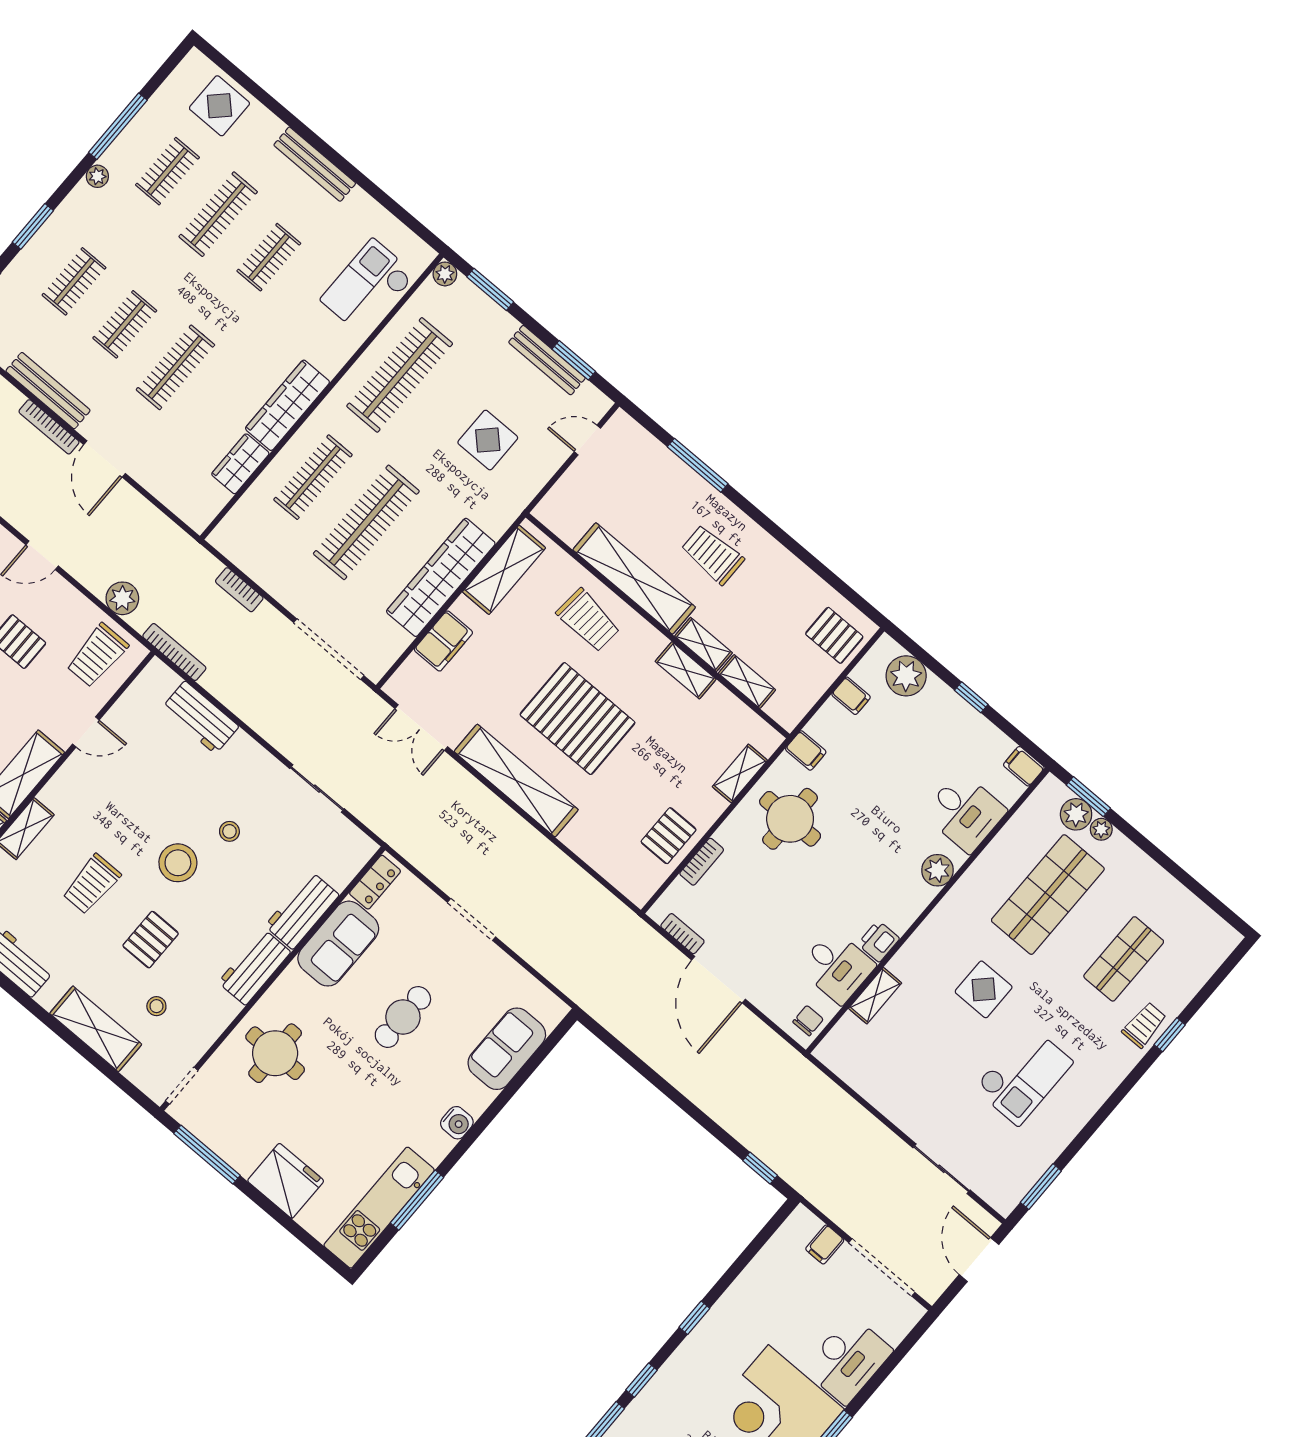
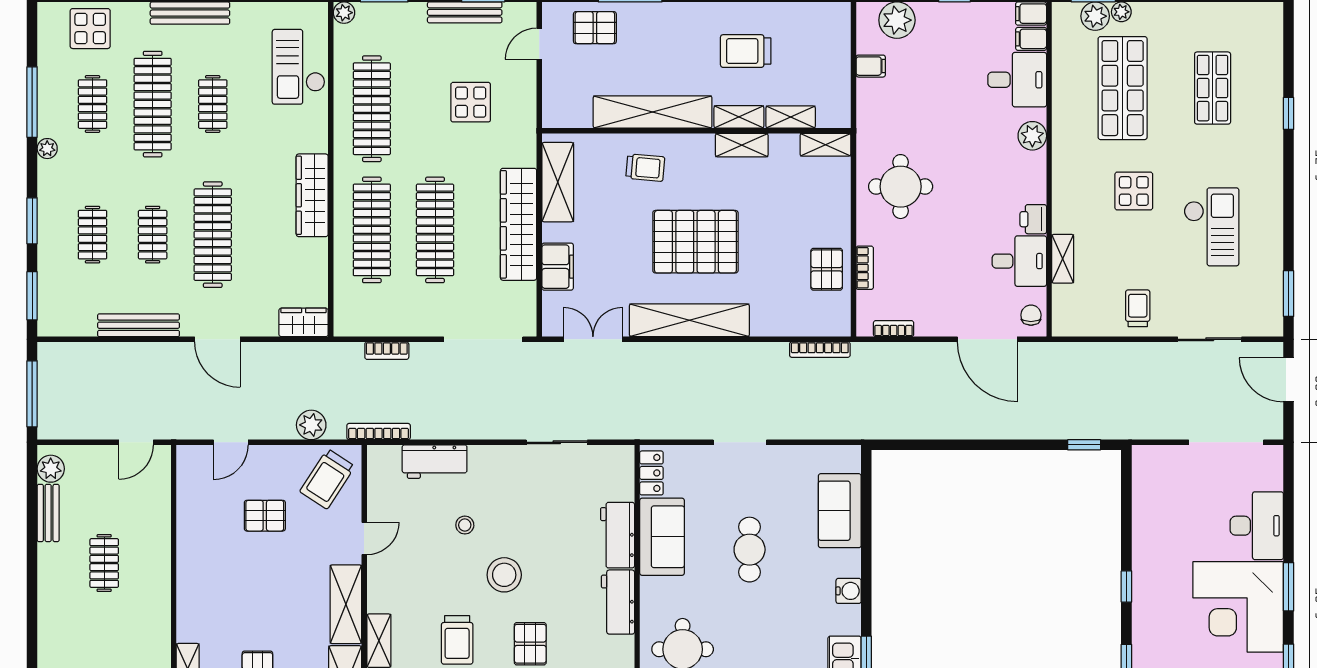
clothes rail: (218, 214) -> (153, 104), width x1.37, depth x1.31
clothes rail: (175, 367) -> (213, 235), width x1.37, depth x1.31
bookcase: (49, 427) -> (820, 350), moved
wardrobe: (240, 464) -> (304, 322), moved, turned 90
clothes rail: (313, 477) -> (372, 230), width x1.37, depth x1.31
trolley: (713, 555) -> (746, 51), moved
trolley: (588, 620) -> (645, 168), width x0.73, depth x0.72
pallet: (834, 635) -> (595, 28), moved
trolley: (97, 655) -> (327, 479), turned 33
double door: (421, 728) -> (593, 339), swing flipped
filing cabinet: (806, 750) -> (1031, 39), moved, turned 180
shelving: (740, 773) -> (825, 145), moved, turned 90
stool: (229, 831) -> (465, 525), moved
door: (718, 980) -> (987, 339), moved
trolley: (1144, 1025) -> (1138, 308), moved
filing cabinet: (825, 1244) -> (1173, 460), removed

